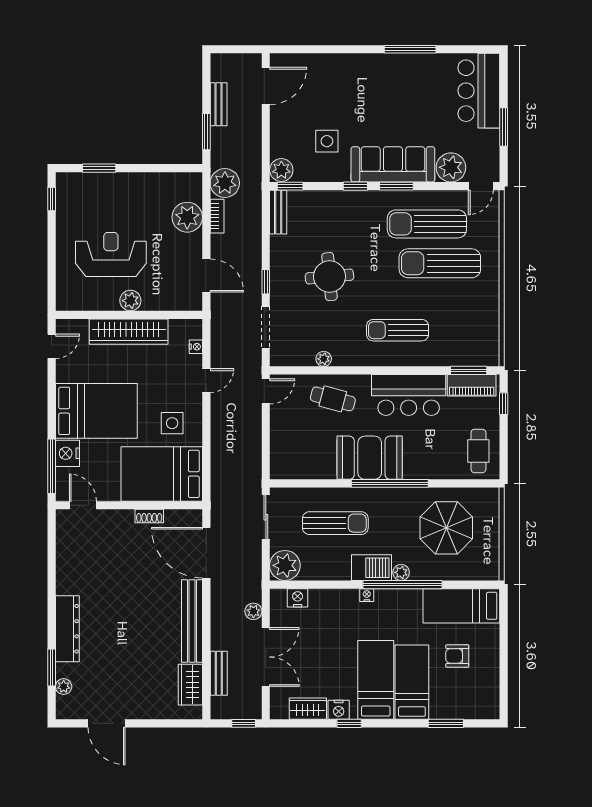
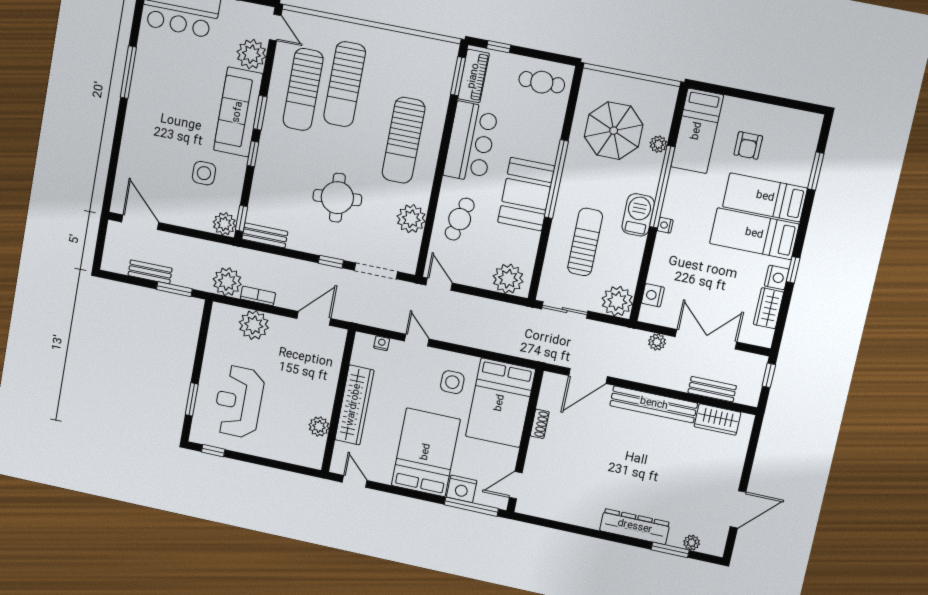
reception desk: (111, 254) -> (239, 402), moved
plant: (130, 301) -> (319, 427), moved
sun lounger: (398, 330) -> (403, 140), width x1.36, depth x1.34
plant: (324, 359) -> (411, 219), width x1.87, depth x1.87
plant: (285, 457) -> (508, 279), added
door: (206, 553) -> (588, 376), width x0.73
plant: (401, 572) -> (658, 144), moved

